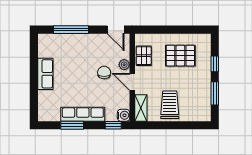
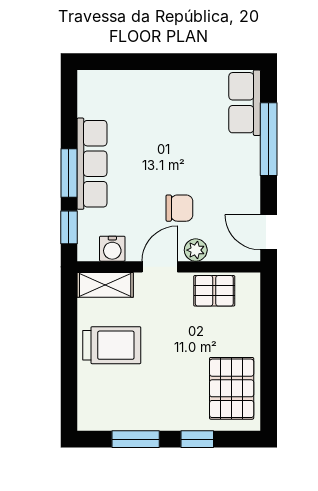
door: (116, 30) -> (269, 232), hinge flipped
pallet: (180, 56) -> (232, 388), moved
row of seats: (45, 74) -> (245, 103), moved, turned 90
water cooler: (124, 115) -> (112, 249), moved
window: (72, 125) -> (69, 173), moved

